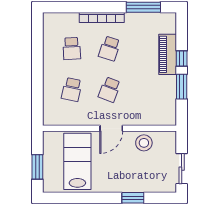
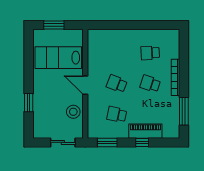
window: (182, 87) -> (107, 142), moved
school desk: (72, 90) -> (117, 115), moved
lab bench: (77, 161) -> (58, 58), turned 180
sliding door: (182, 169) -> (63, 142), moved

